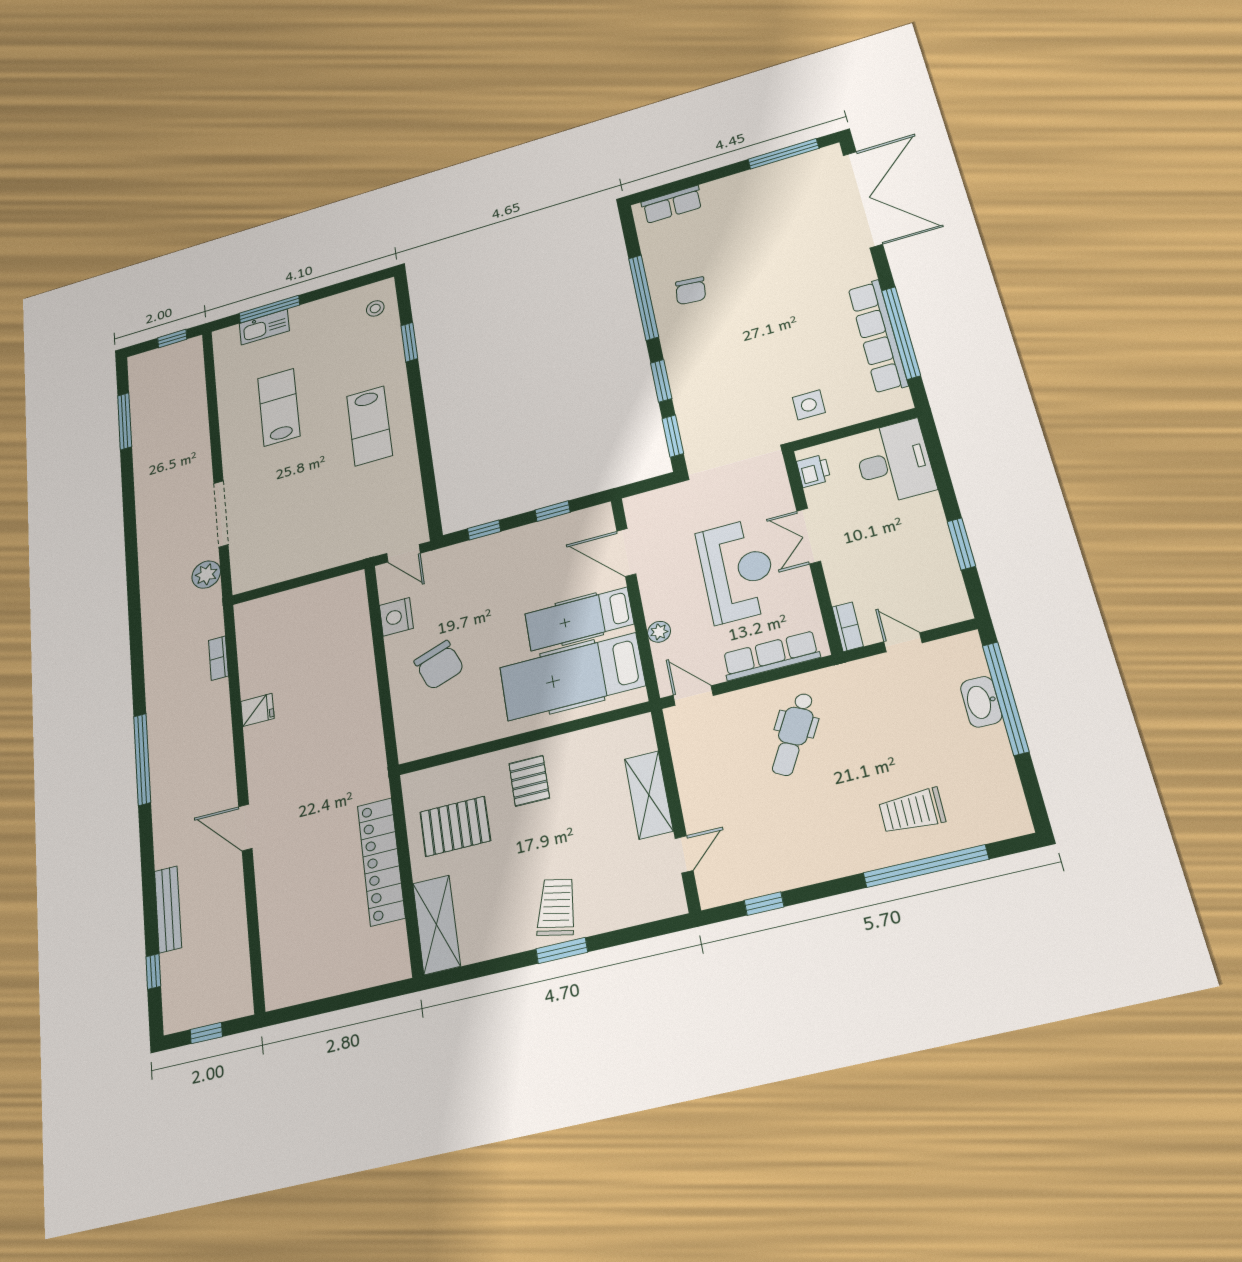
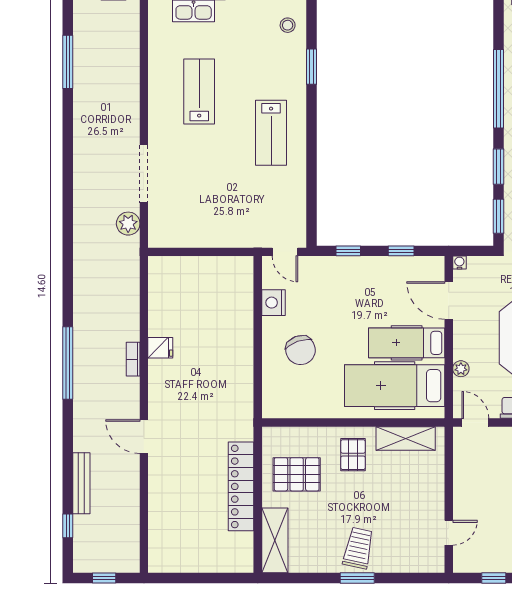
water cooler: (632, 504) -> (459, 263), added
bookcase: (218, 658) -> (133, 359), moved
shelving: (649, 795) -> (406, 438), moved, turned 90

